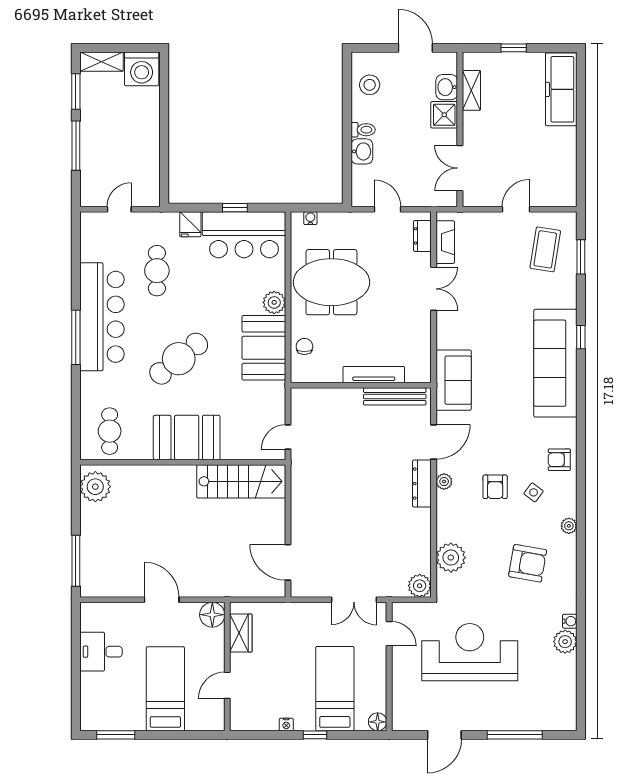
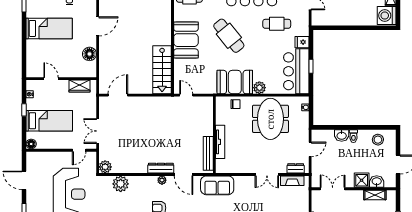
wardrobe: (241, 633) -> (79, 86), moved
wall: (227, 667) -> (61, 79), moved
door: (227, 685) -> (51, 79), moved

